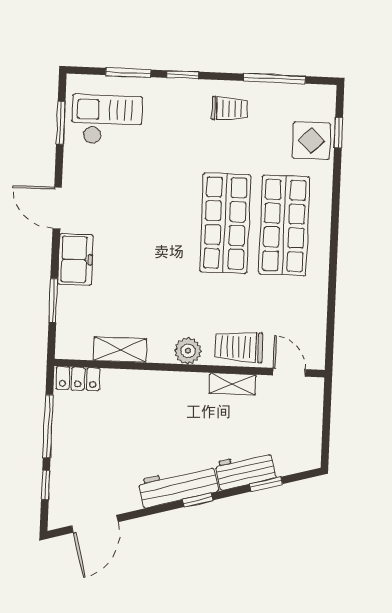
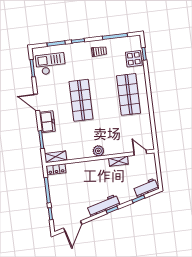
shop shelf: (225, 223) -> (81, 100), moved
trolley: (239, 347) -> (118, 146), removed
shelving: (120, 350) -> (56, 157), moved
workbench: (245, 470) -> (146, 188), moved

